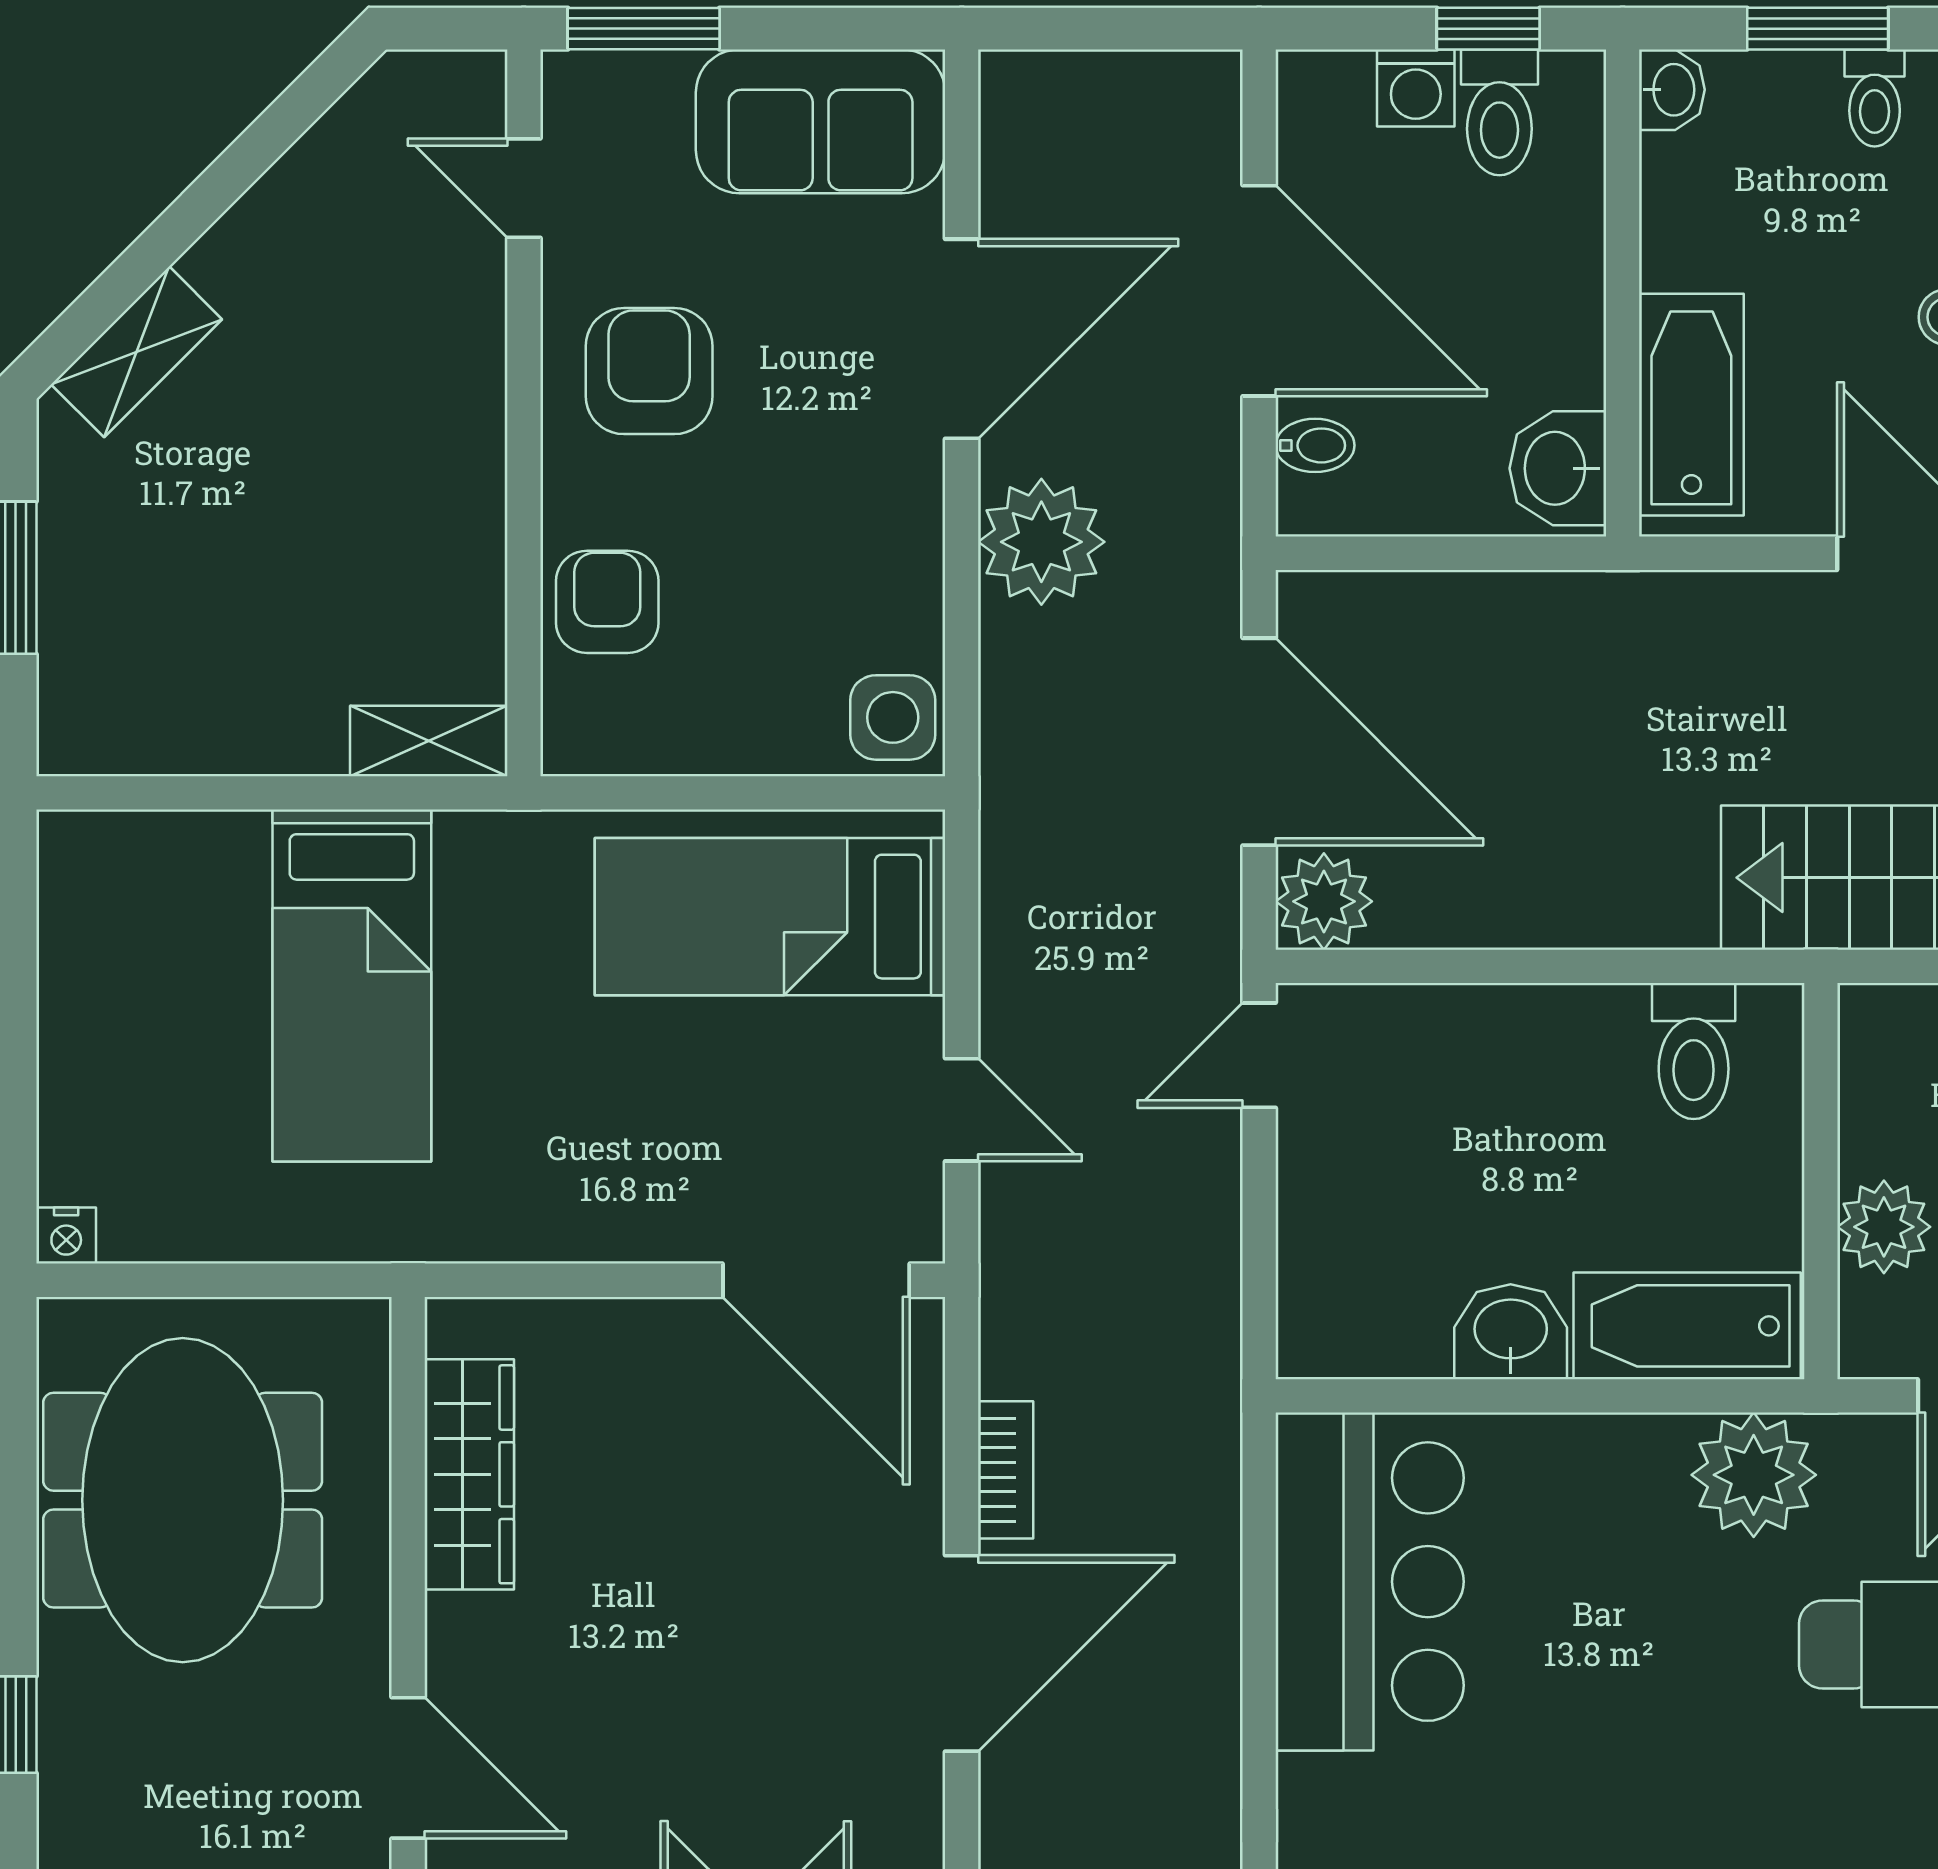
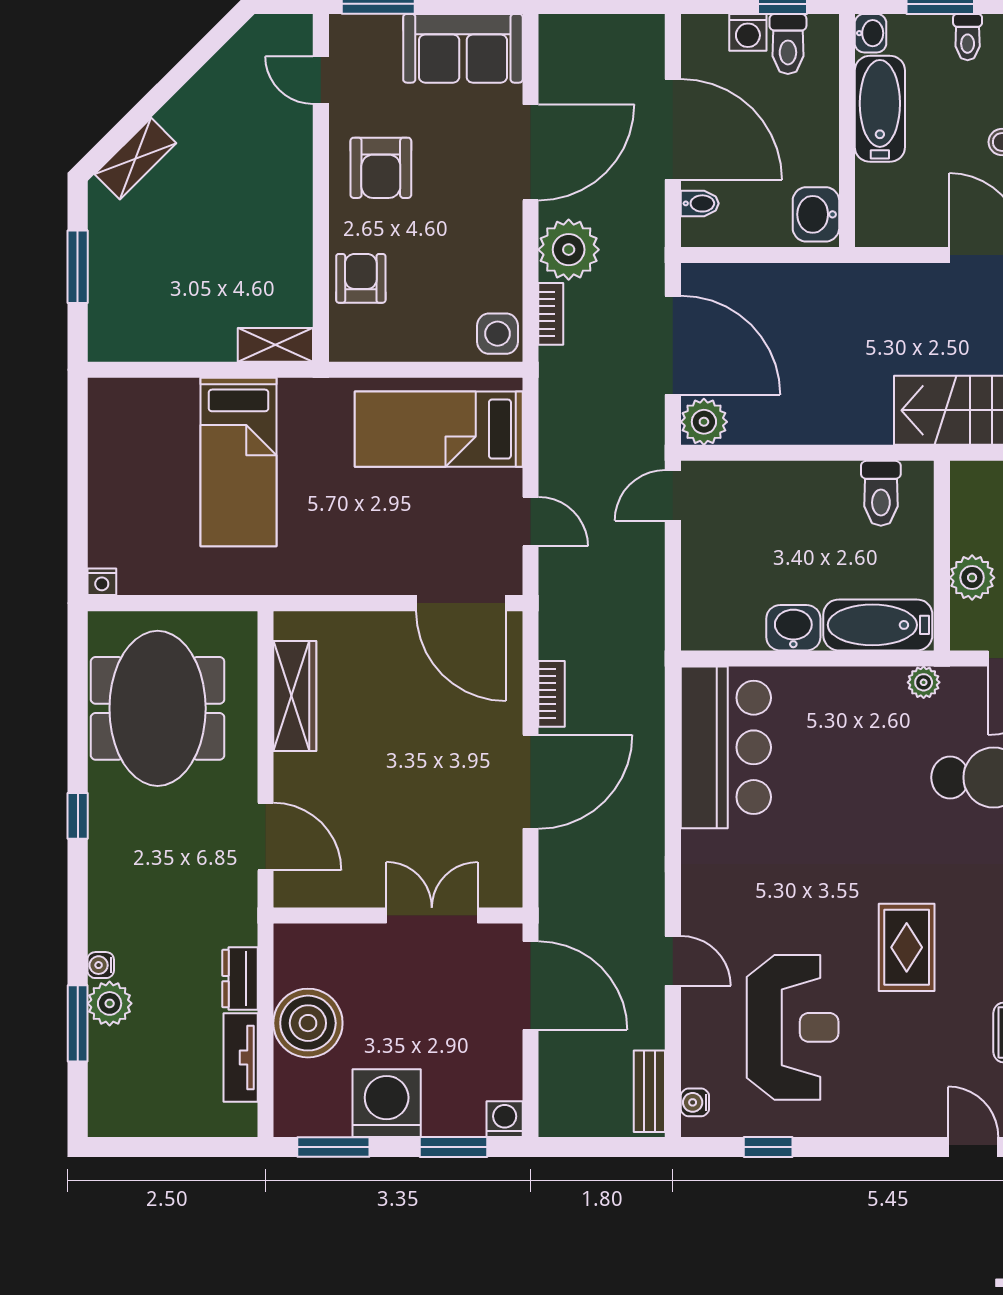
armchair: (649, 371) -> (381, 168), turned 180
bathtub: (1691, 405) -> (880, 109), moved
bookcase: (1004, 676) -> (551, 314), added
plant: (1754, 1475) -> (924, 682), width x0.53, depth x0.53

